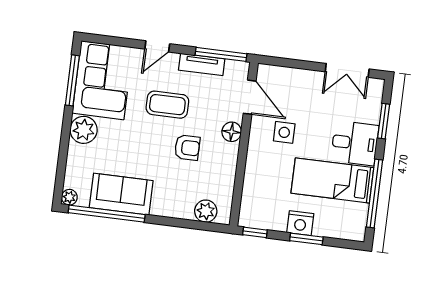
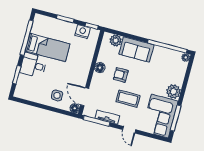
door: (157, 46) -> (129, 130), swing flipped
double door: (347, 70) -> (32, 104), removed
floor lamp: (265, 73) -> (75, 108), added
floor lamp: (232, 132) -> (100, 68), moved
side table: (284, 132) -> (57, 95), moved
sofa: (121, 194) -> (136, 49), moved
nightstand: (300, 223) -> (82, 32), moved

